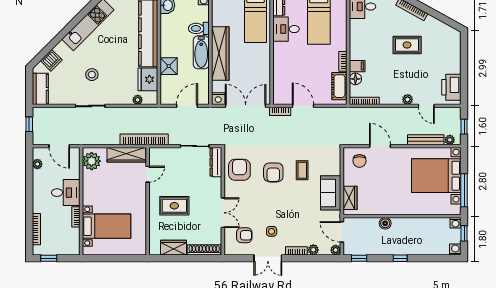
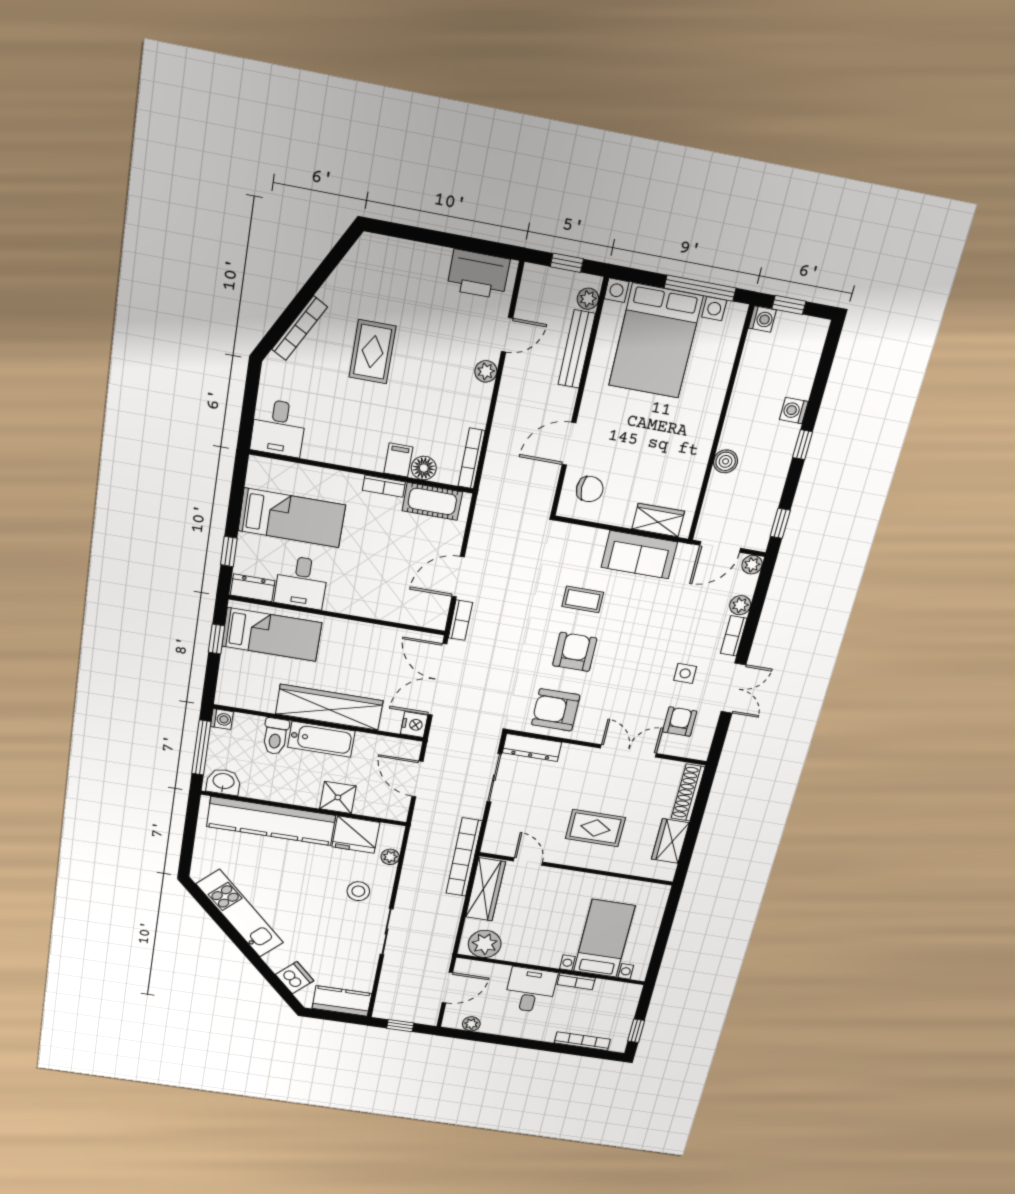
stool: (92, 75) -> (358, 891), moved
armchair: (273, 172) -> (575, 652), turned -90
rug: (174, 206) -> (595, 828), turned 90
washing machine: (455, 249) -> (794, 411), moved

